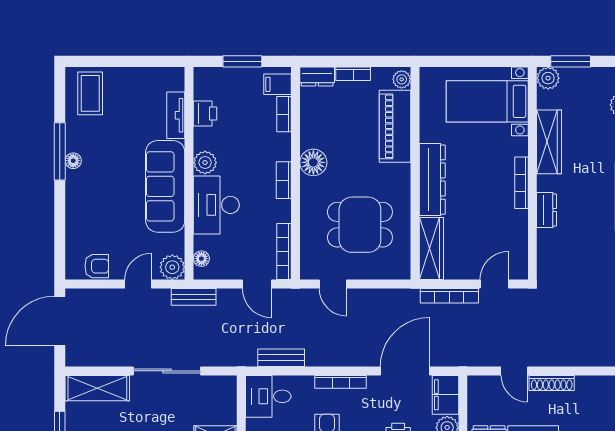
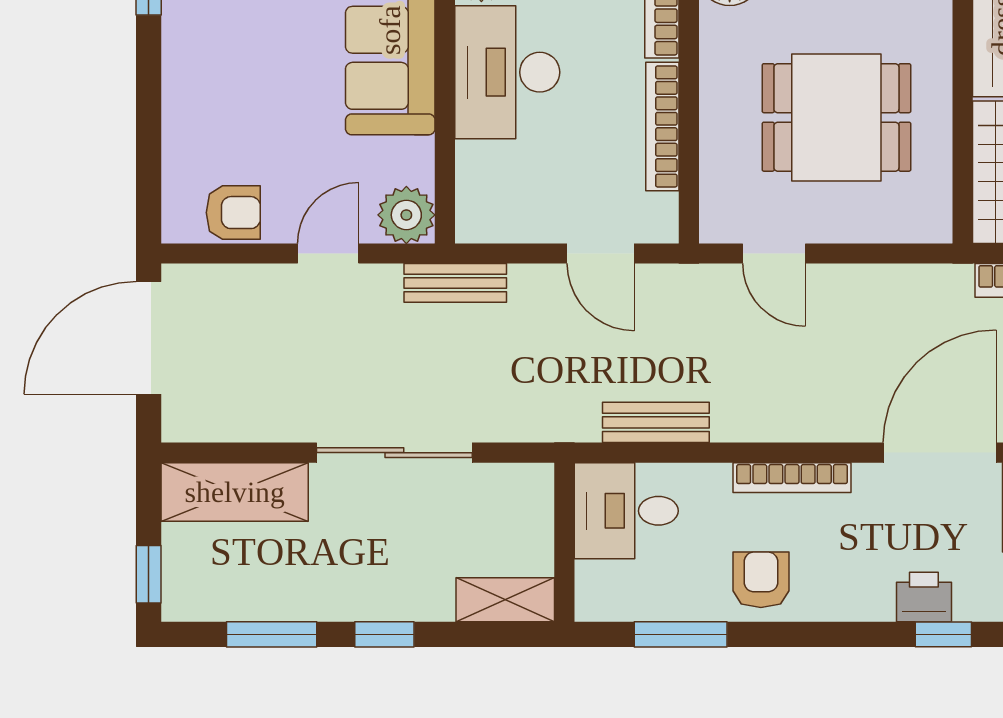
bookcase: (284, 252) -> (662, 126), moved
floor lamp: (201, 259) -> (473, 195), removed

